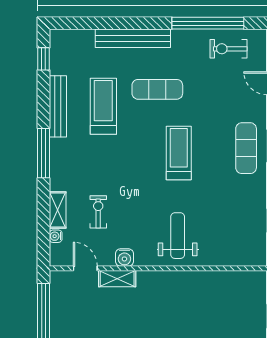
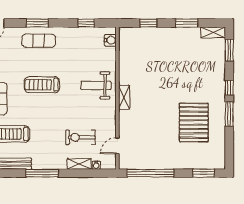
exercise bike: (98, 212) -> (80, 137), width x1.38, depth x1.39
water cooler: (124, 257) -> (110, 40), moved
shelving: (117, 279) -> (124, 97), moved

